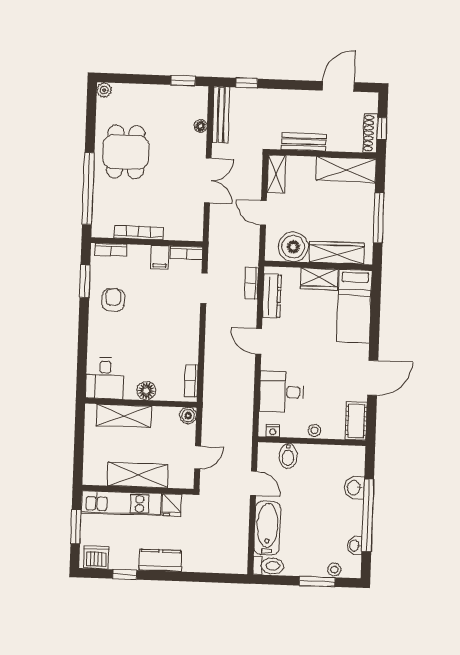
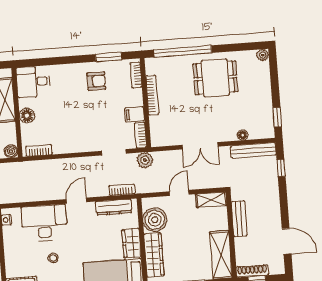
plant: (218, 251) -> (145, 160), added
desk: (282, 392) -> (44, 223), width x1.37
stool: (314, 430) -> (53, 258), moved

